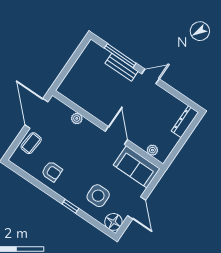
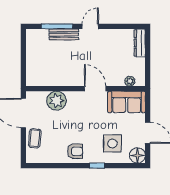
plant: (77, 118) -> (56, 101), width x1.88, depth x1.88
armchair: (52, 171) -> (75, 151), moved

